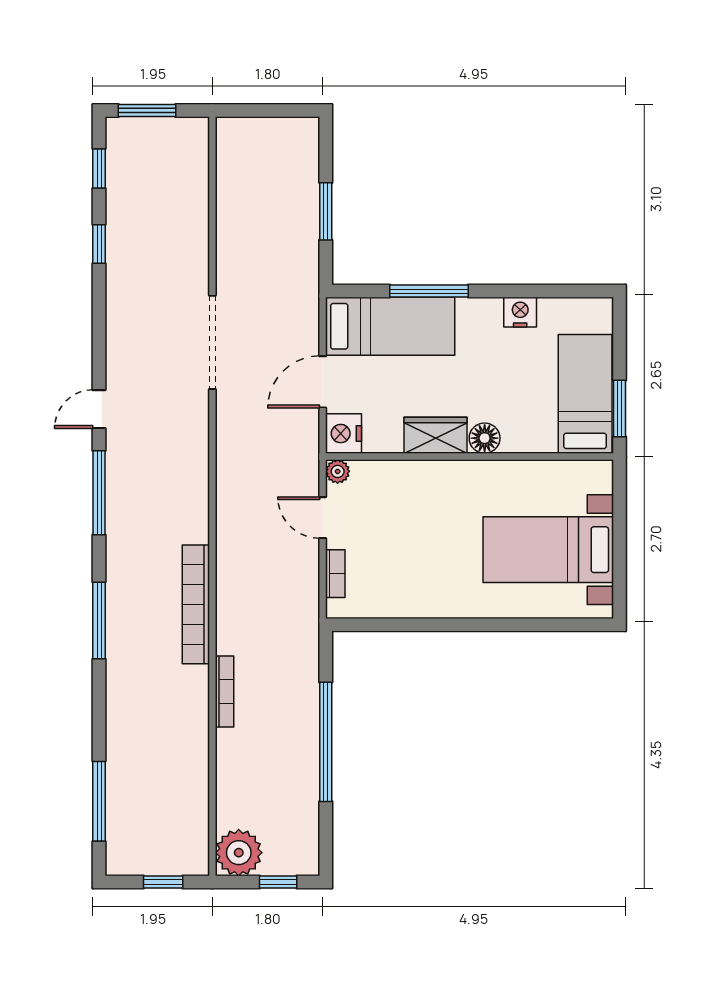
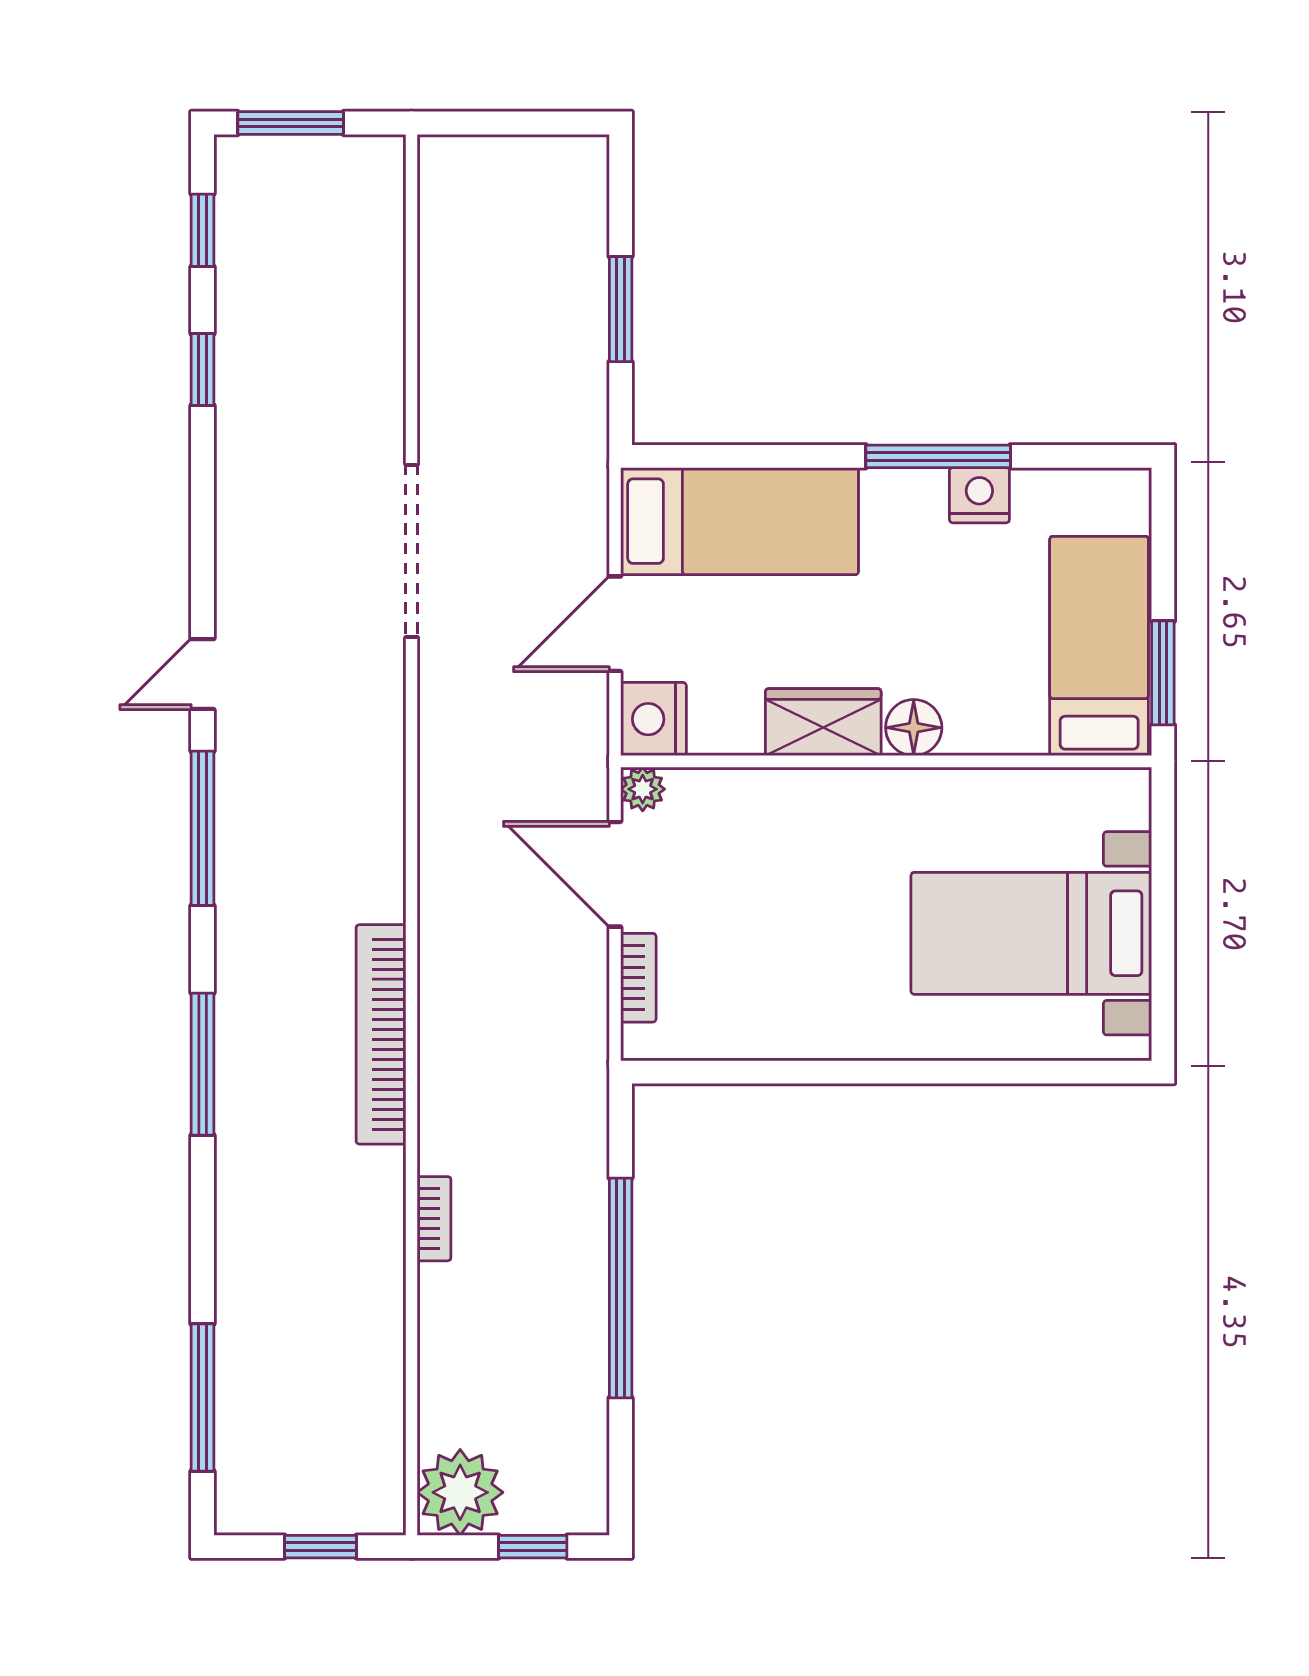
window: (429, 291) -> (938, 456), moved
door: (323, 518) -> (615, 874), width x1.38
bookcase: (225, 691) -> (434, 1219), width x0.64

